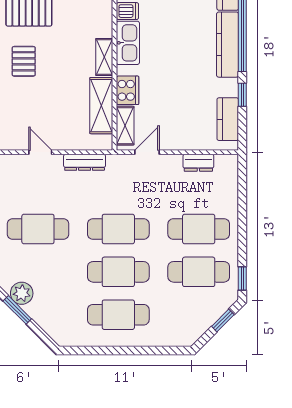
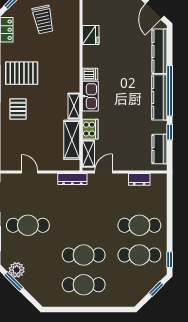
dresser: (85, 162) -> (72, 179), moved
cafe table: (118, 229) -> (84, 225), removed

